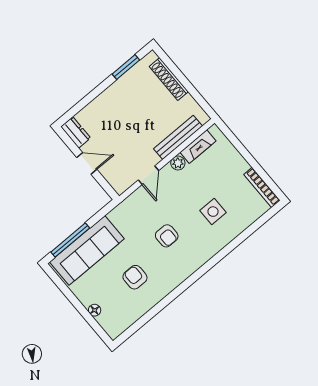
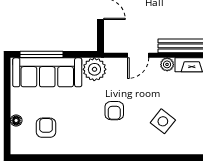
side table: (213, 212) -> (163, 121), turned 38
plant: (123, 216) -> (94, 69), added
armchair: (135, 277) -> (46, 128), moved

